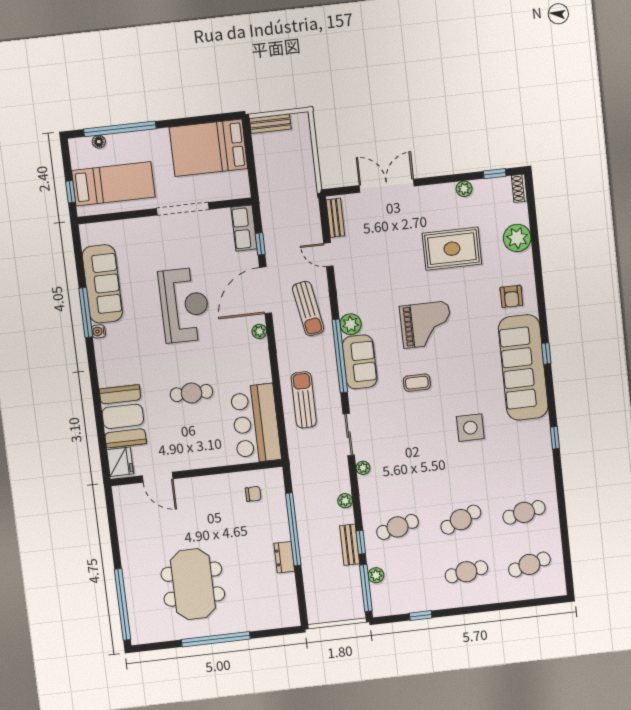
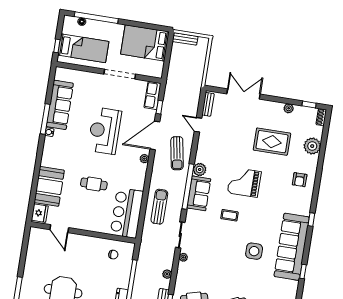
reception desk: (184, 305) -> (105, 131), turned 180
grand piano: (426, 325) -> (244, 182), turned 180
sofa: (523, 367) -> (292, 247), moved

